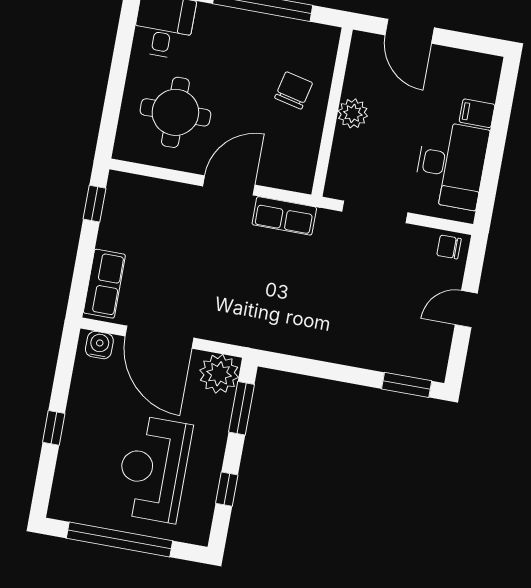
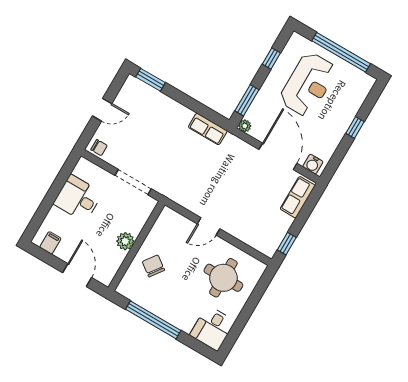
chair: (294, 90) -> (153, 266), turned 113
filing cabinet: (477, 113) -> (50, 243), moved, turned -90
desk: (451, 165) -> (78, 198), width x0.73
door: (229, 185) -> (209, 226), width x0.73
row of seats: (284, 216) -> (208, 129), moved, turned 180
plant: (219, 374) -> (245, 126), width x0.53, depth x0.53

